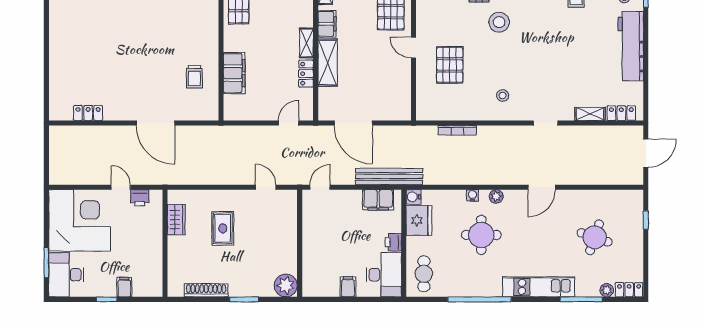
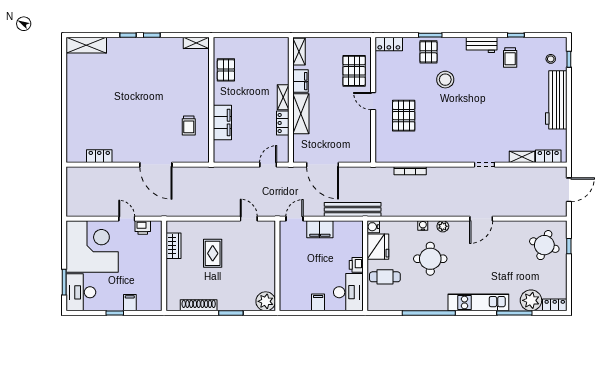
stool: (503, 95) -> (448, 141), removed
filing cabinet: (378, 200) -> (320, 229), moved
round table: (595, 237) -> (544, 245), moved
cafe table: (424, 274) -> (385, 277), moved, turned 90
plant: (607, 290) -> (531, 300), width x1.87, depth x1.87

